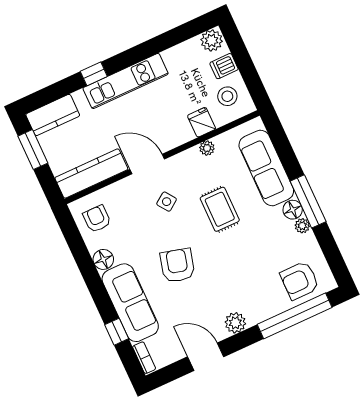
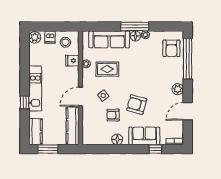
rug: (220, 209) -> (107, 69), moved
armchair: (97, 219) -> (113, 115), moved
sofa: (130, 303) -> (144, 136), width x0.73

